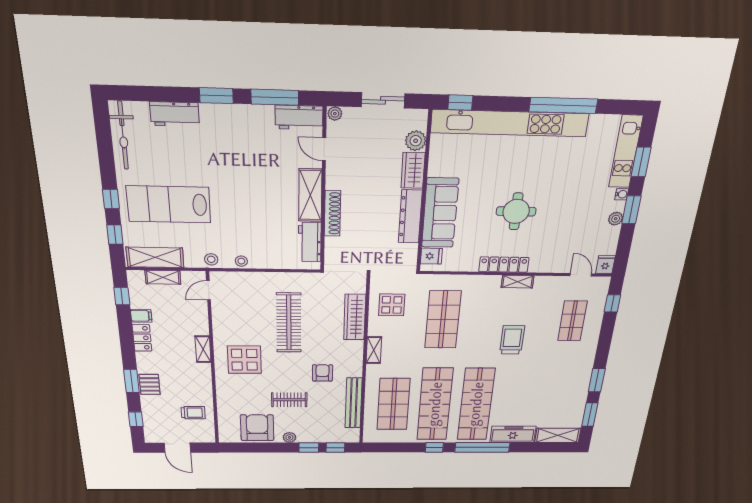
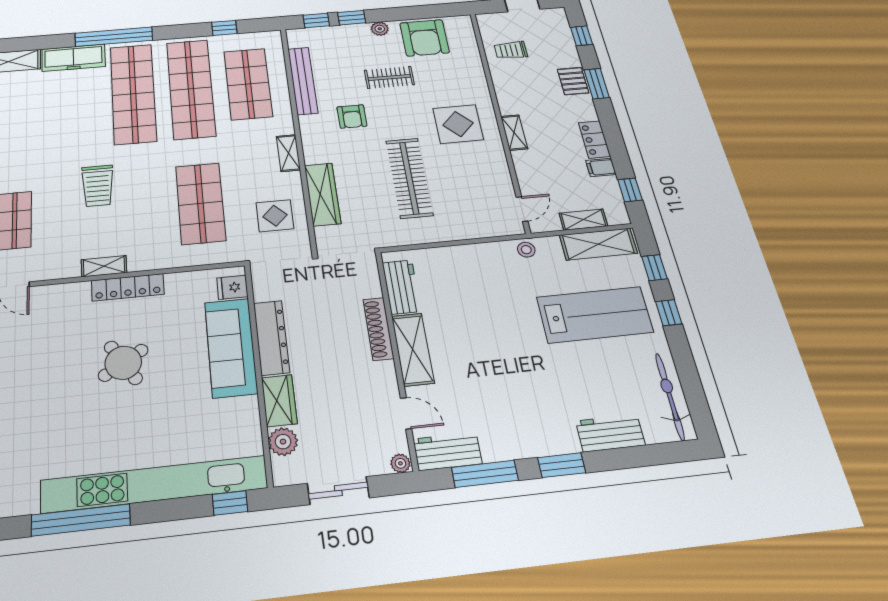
round table: (516, 211) -> (123, 363), turned -32
stool: (241, 261) -> (487, 252), removed
window: (434, 447) -> (224, 28), moved

